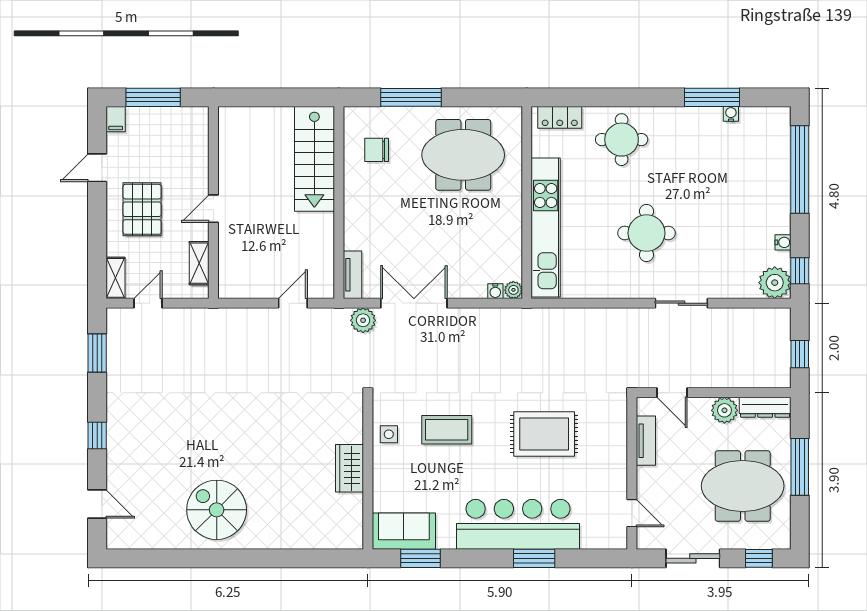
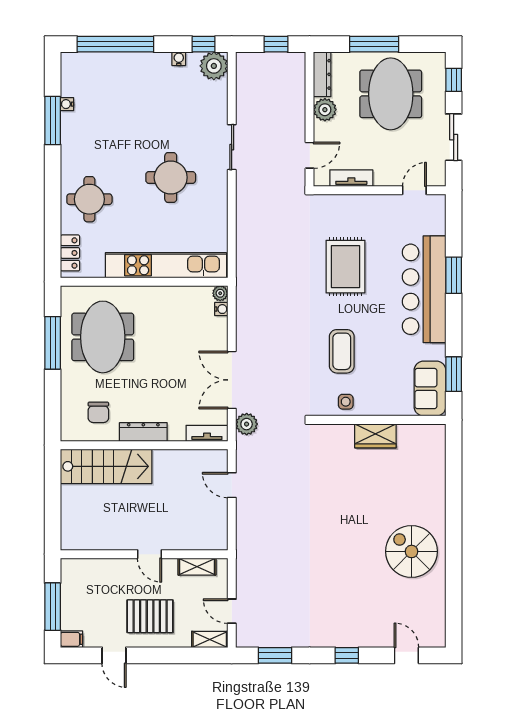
window: (411, 97) -> (53, 343), moved
dresser: (354, 202) -> (143, 432), added
door: (97, 504) -> (406, 655), hinge flipped
spiral stairs: (217, 510) -> (411, 551), turned 90

